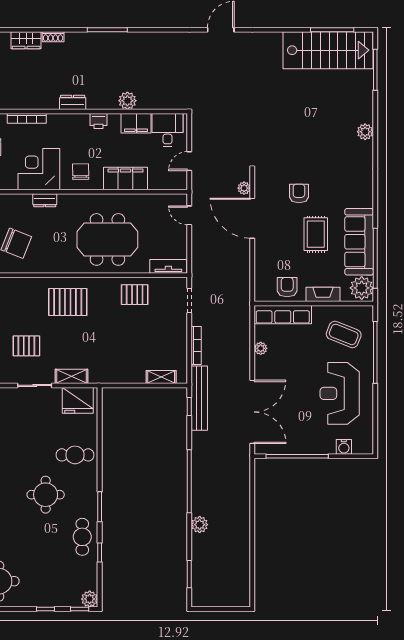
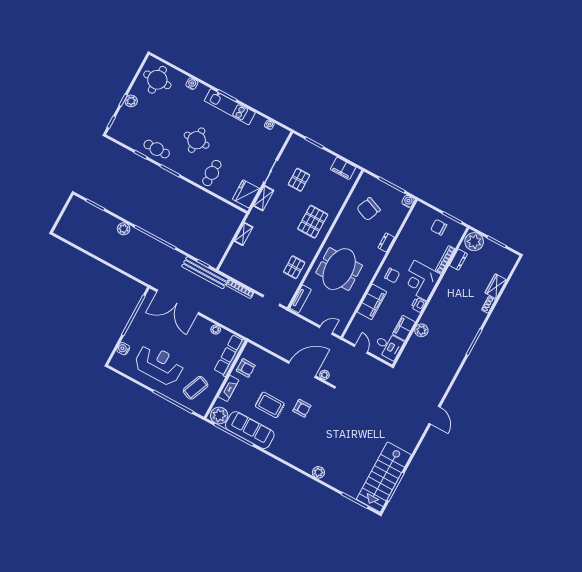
dresser: (73, 102) -> (458, 260), moved
corner desk: (39, 169) -> (421, 281), moved, turned 180
shelving: (161, 377) -> (244, 234), moved
plant: (90, 599) -> (131, 101), moved

